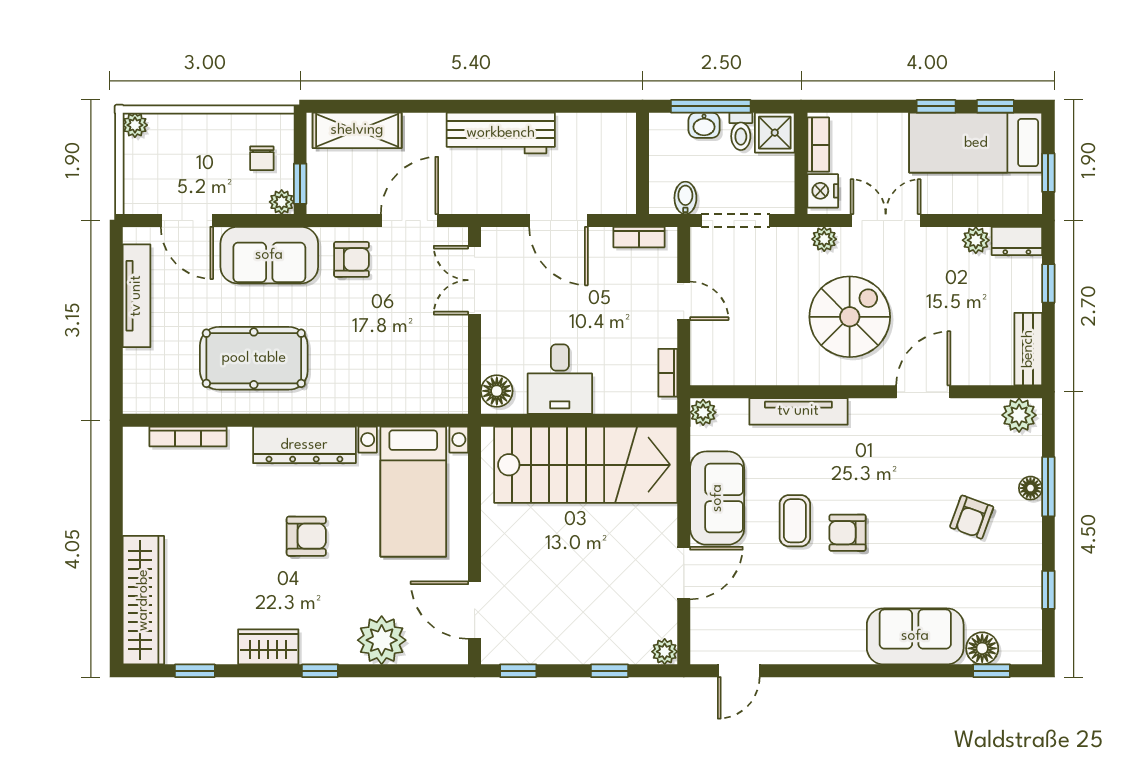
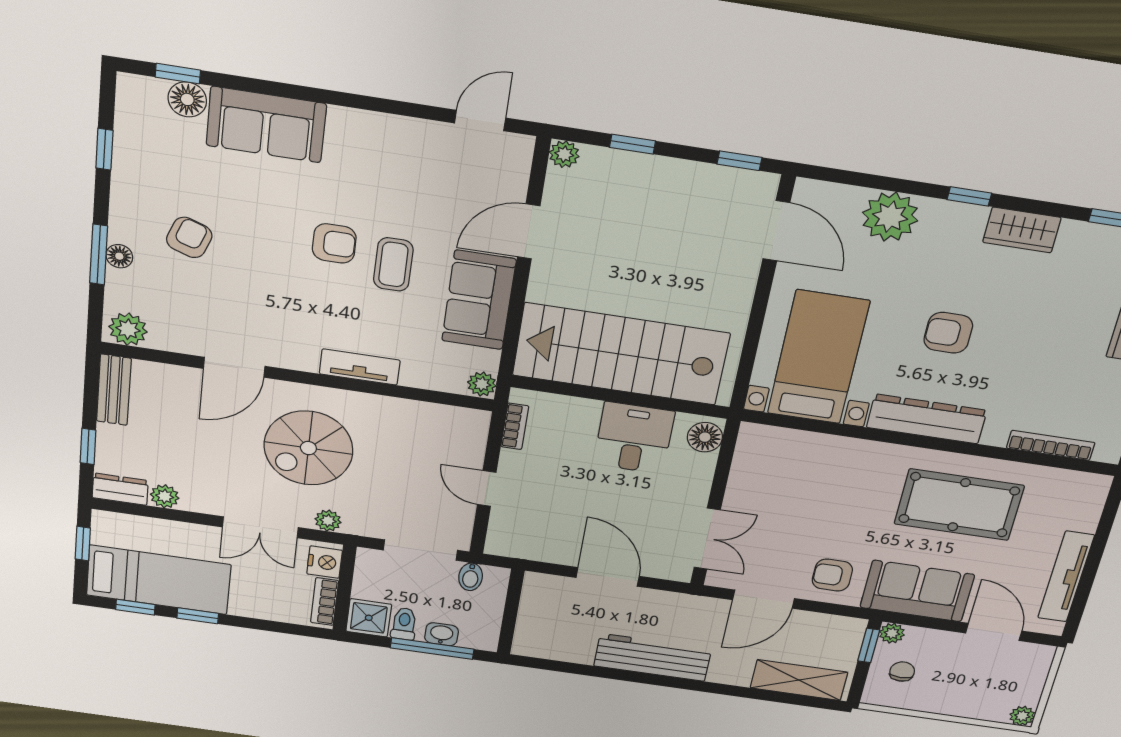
bookcase: (639, 237) -> (525, 551), removed
tv unit: (798, 411) -> (360, 367), width x0.71

